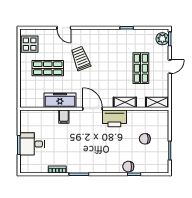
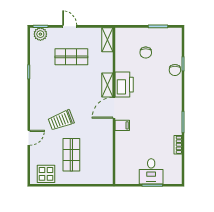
freezer: (60, 100) -> (105, 142), removed
shelving: (125, 102) -> (107, 85), moved
filing cabinet: (64, 117) -> (122, 125), moved

